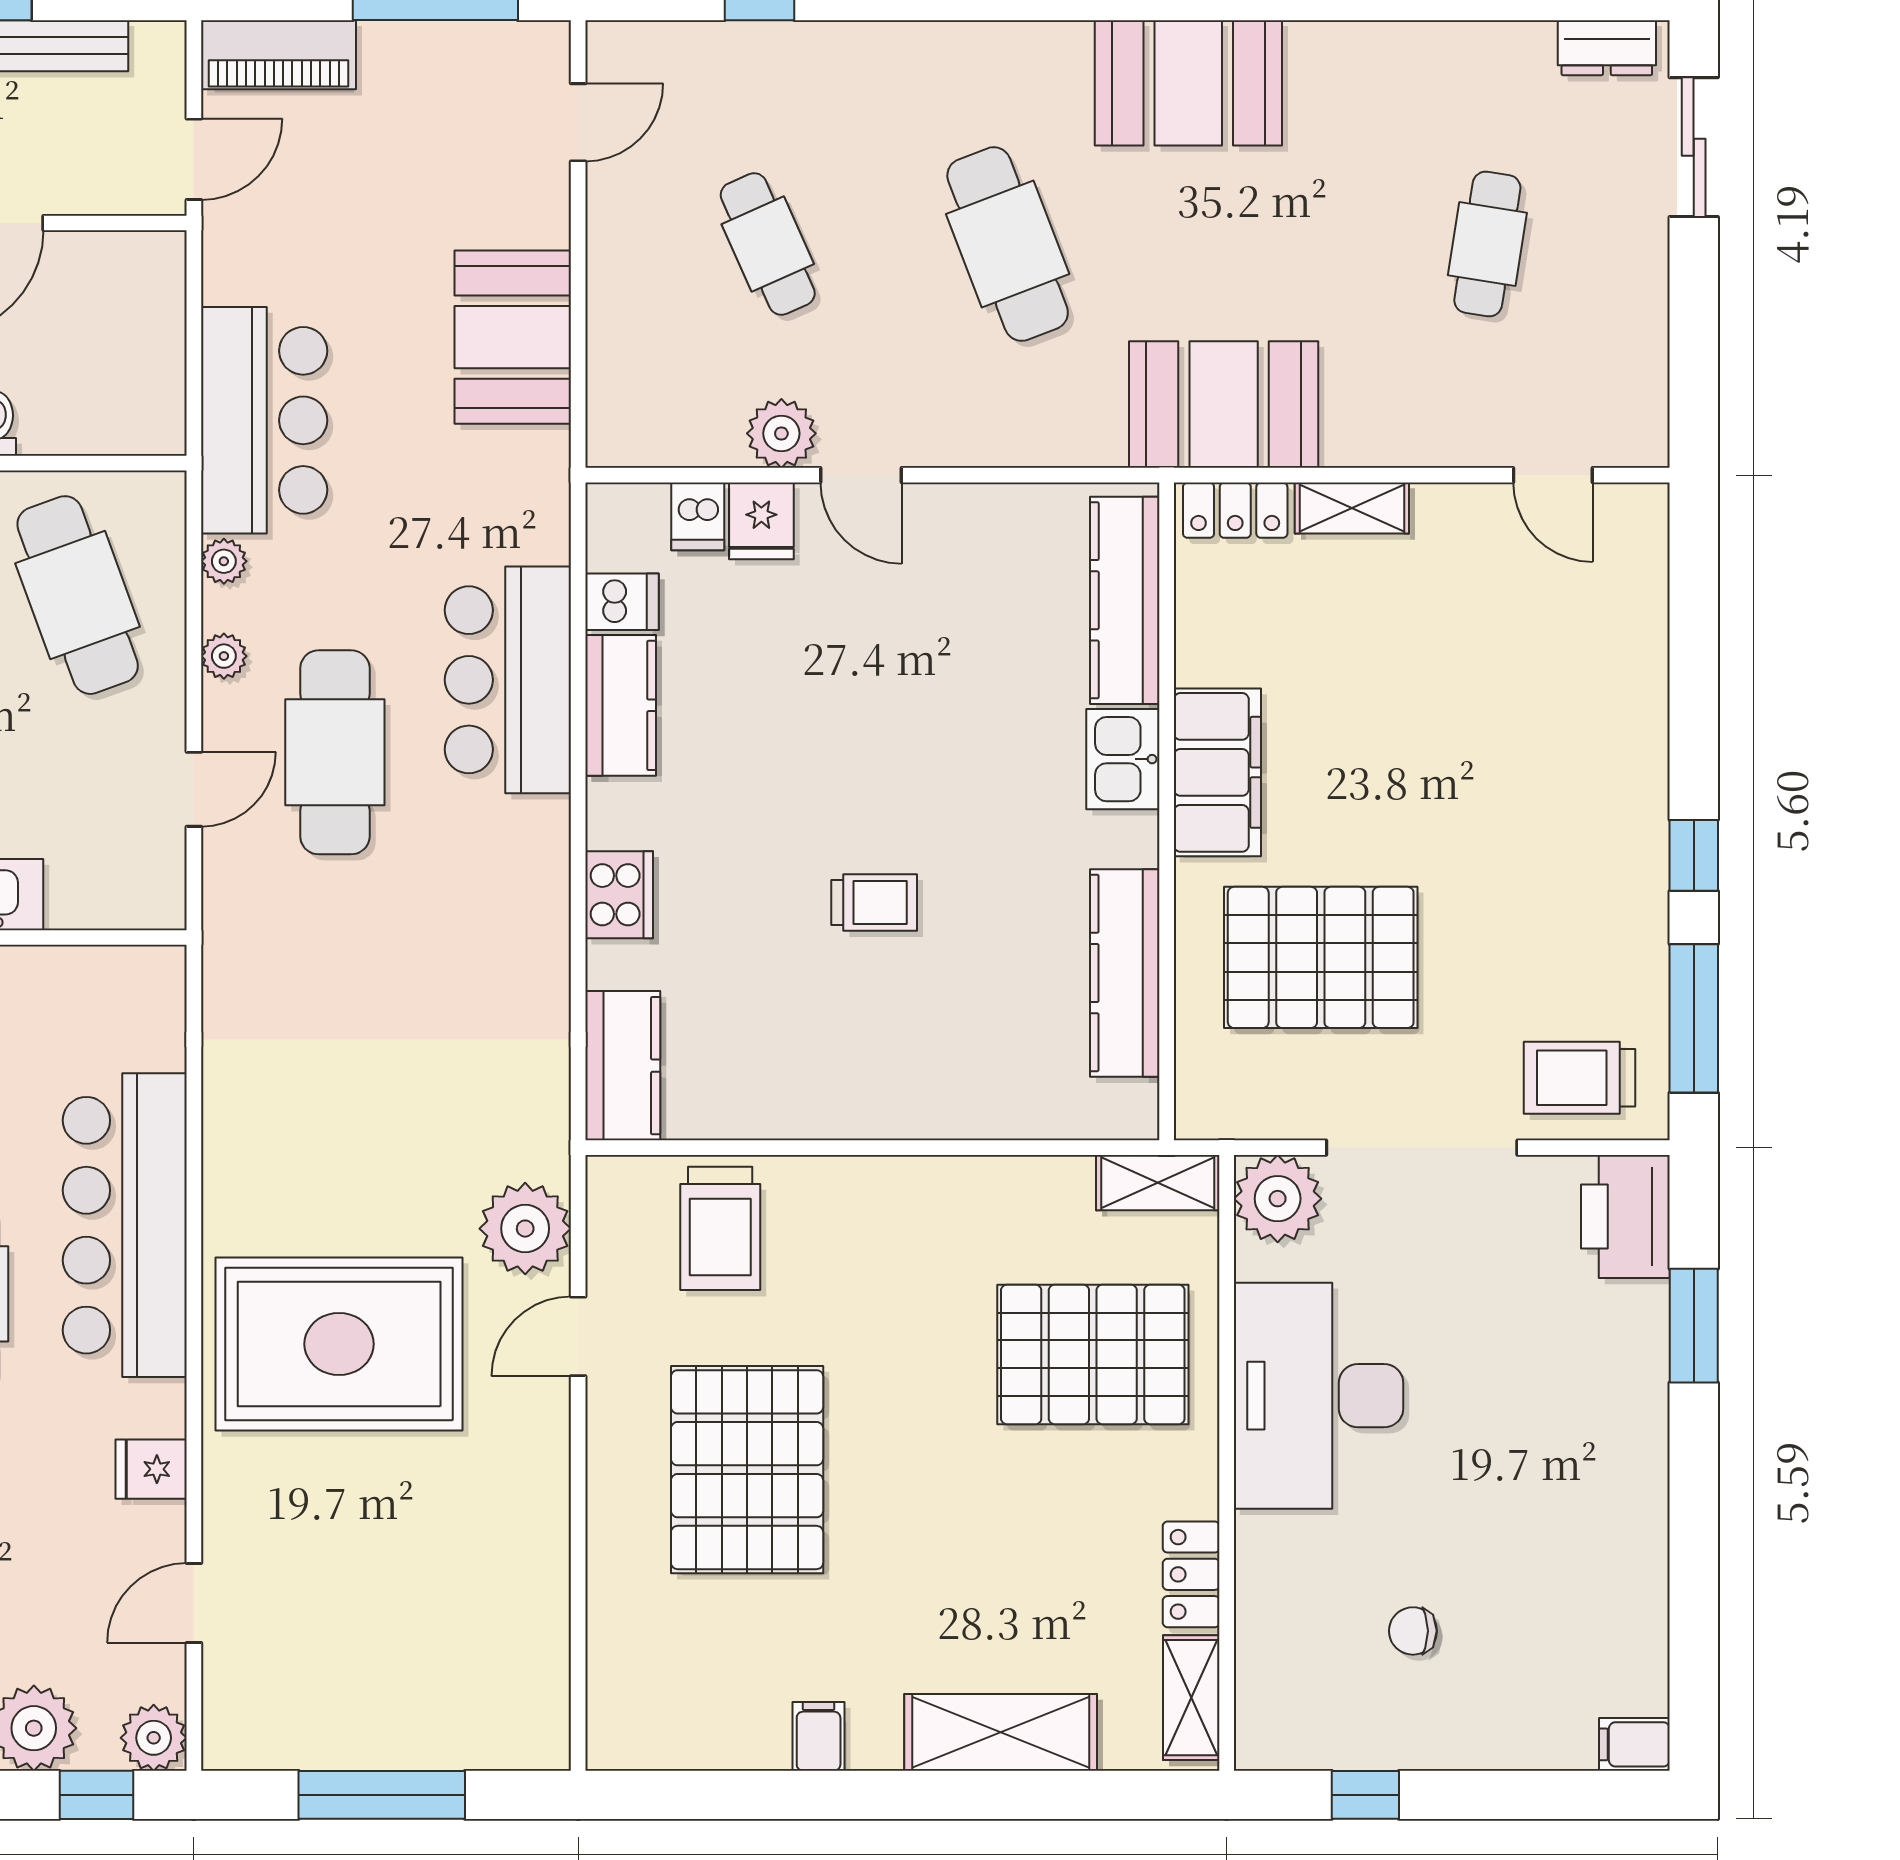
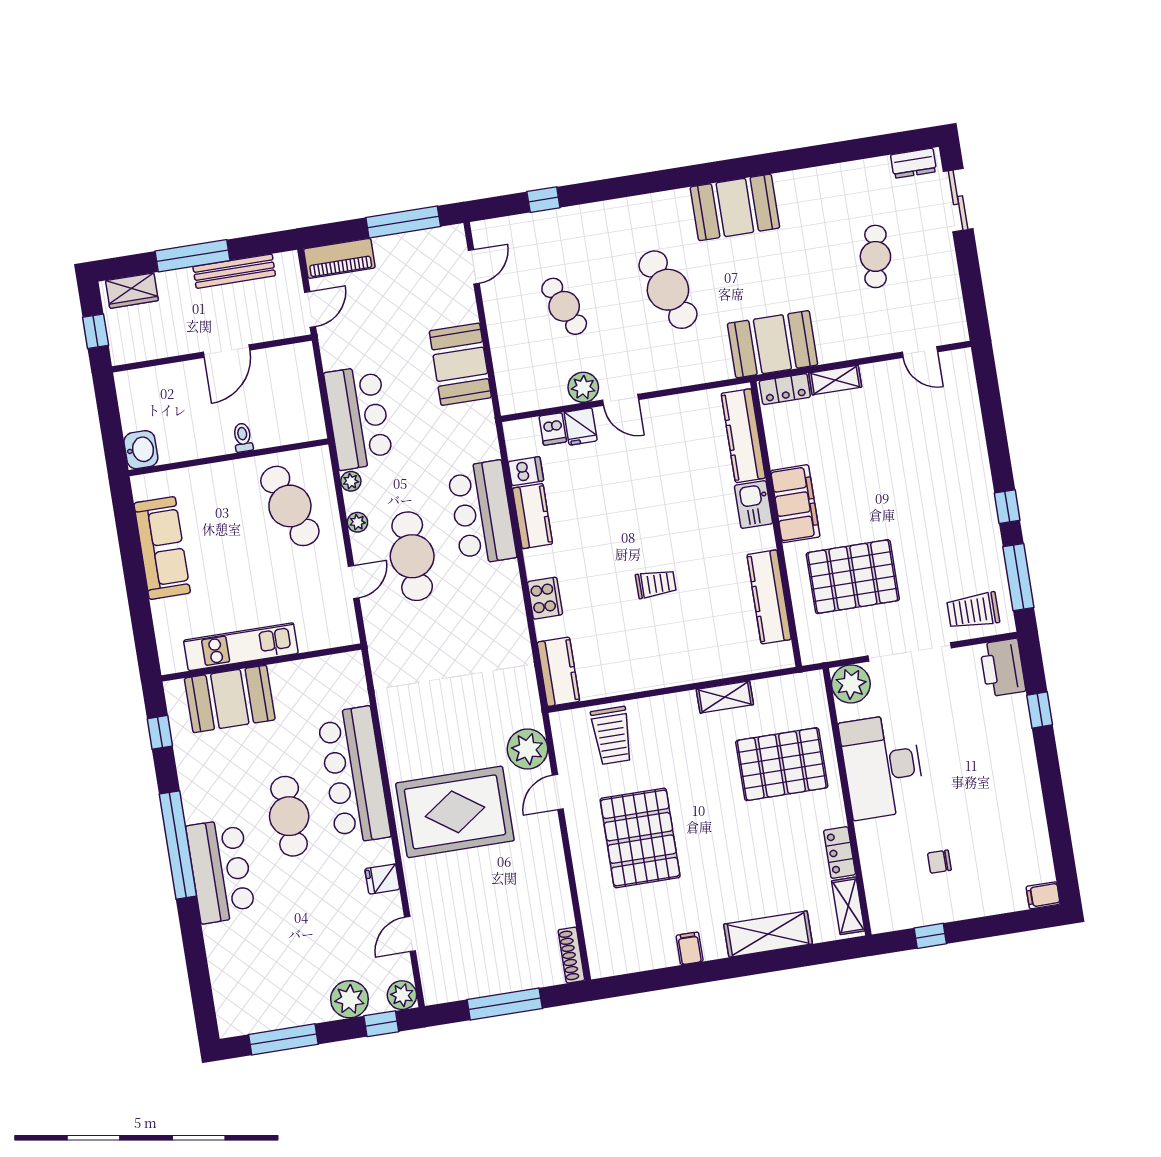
shelving: (1158, 1183) -> (725, 697), moved
window: (1694, 1326) -> (1040, 710), width x0.67
shoe rack: (550, 1709) -> (571, 955), added

